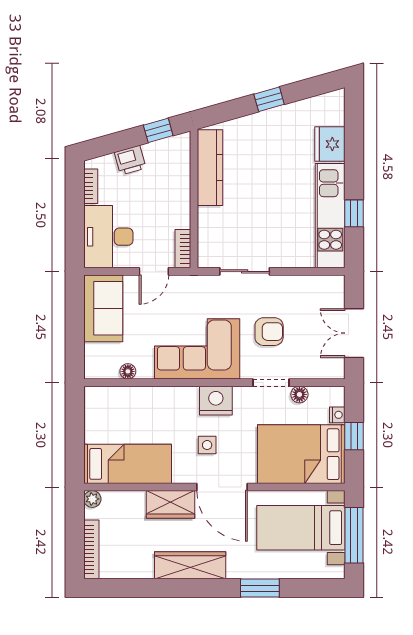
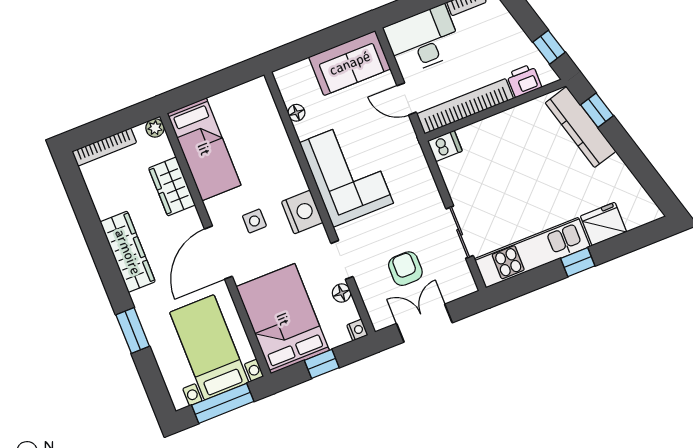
window: (269, 99) -> (597, 110), moved
printer: (130, 160) -> (524, 81), moved, turned 106
kitchen counter: (210, 168) -> (581, 127), moved, turned 74
window: (354, 213) -> (578, 262), moved
bookcase: (183, 249) -> (465, 106), width x2.31, depth x1.31
dishwasher: (208, 254) -> (445, 146), added
sliding door: (245, 271) -> (460, 232), moved
armchair: (269, 332) -> (405, 269), moved, turned 180
nightstand: (337, 415) -> (357, 330), moved, turned -90
wardrobe: (171, 504) -> (172, 186), moved

